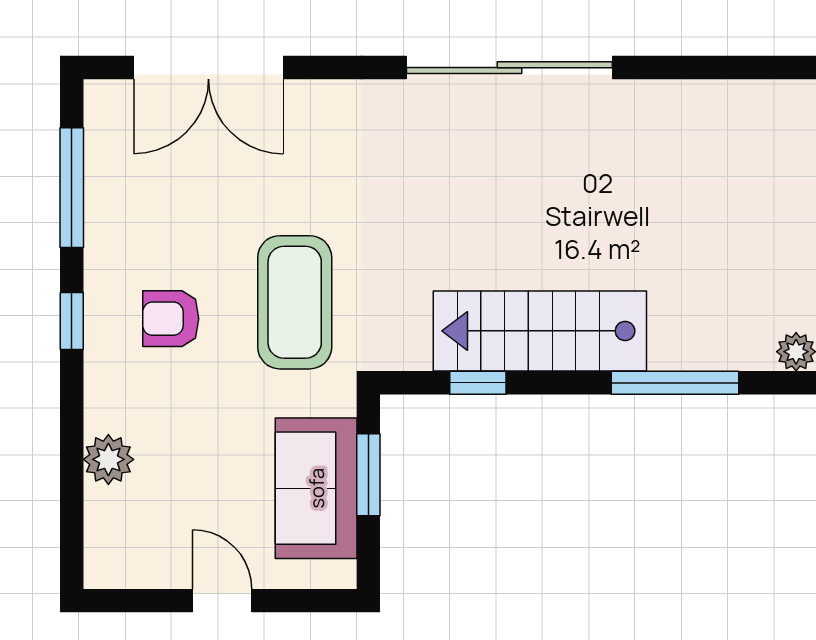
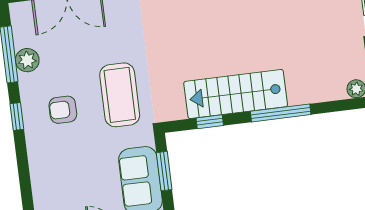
window: (675, 383) -> (281, 113), moved
plant: (108, 459) -> (27, 60), moved

